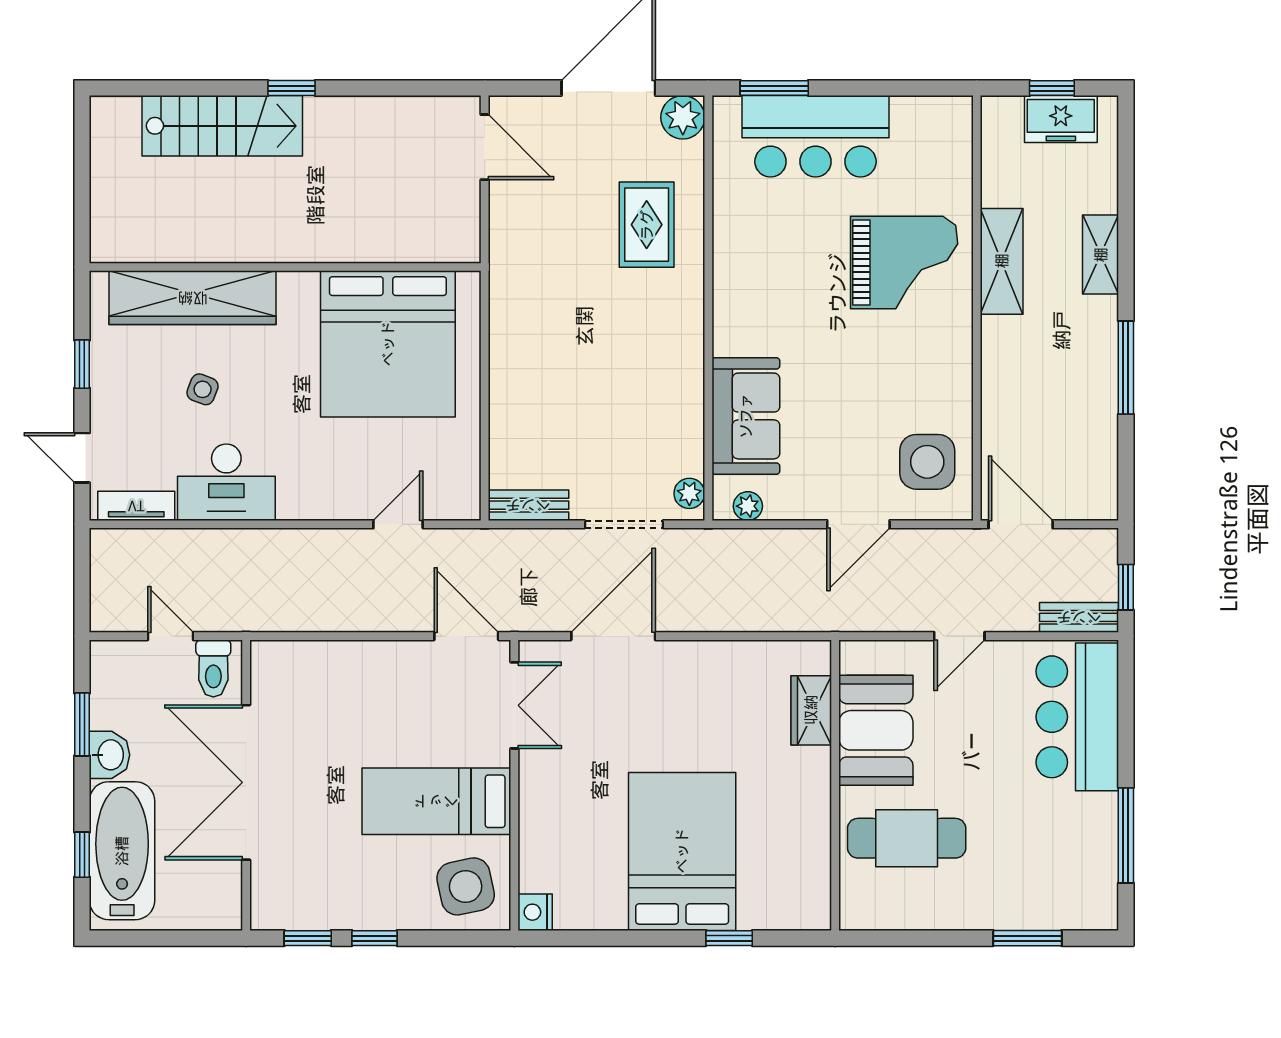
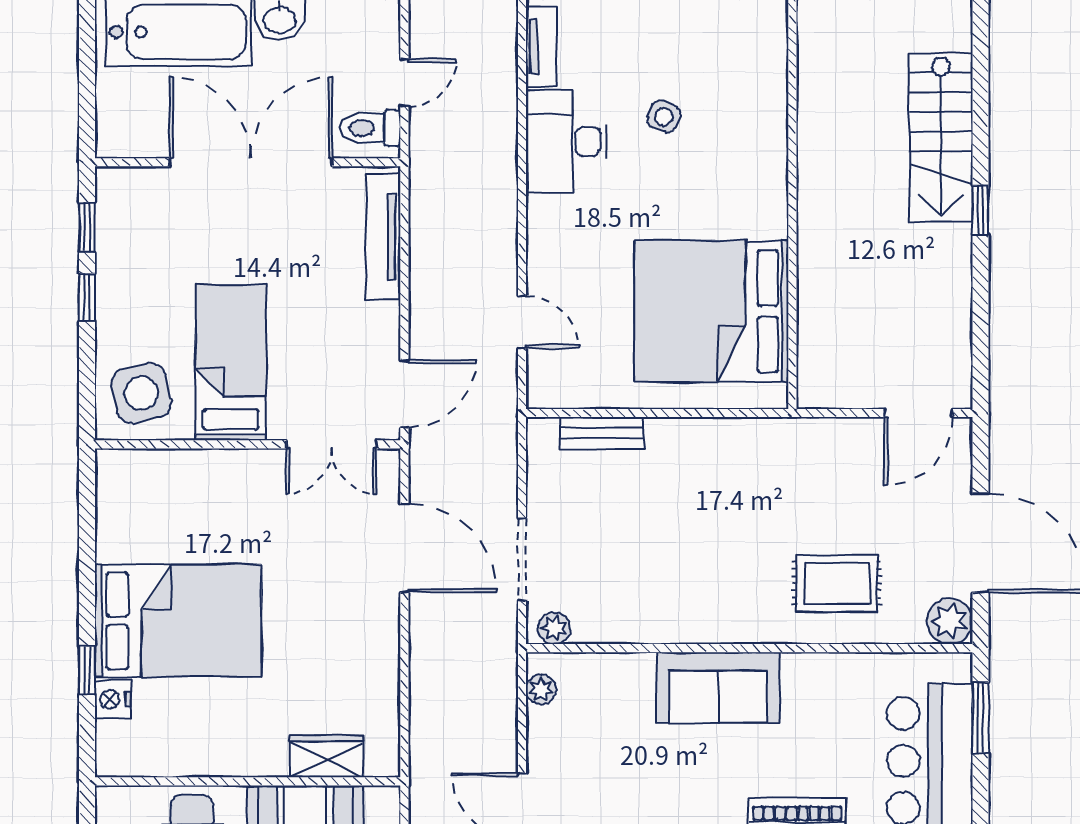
wardrobe: (193, 298) -> (760, 106), removed
sofa: (746, 416) -> (718, 688), moved
bench: (528, 505) -> (601, 433), moved, turned 90
tv unit: (317, 656) -> (383, 237), added
nightstand: (535, 912) -> (113, 699), moved, turned -90

